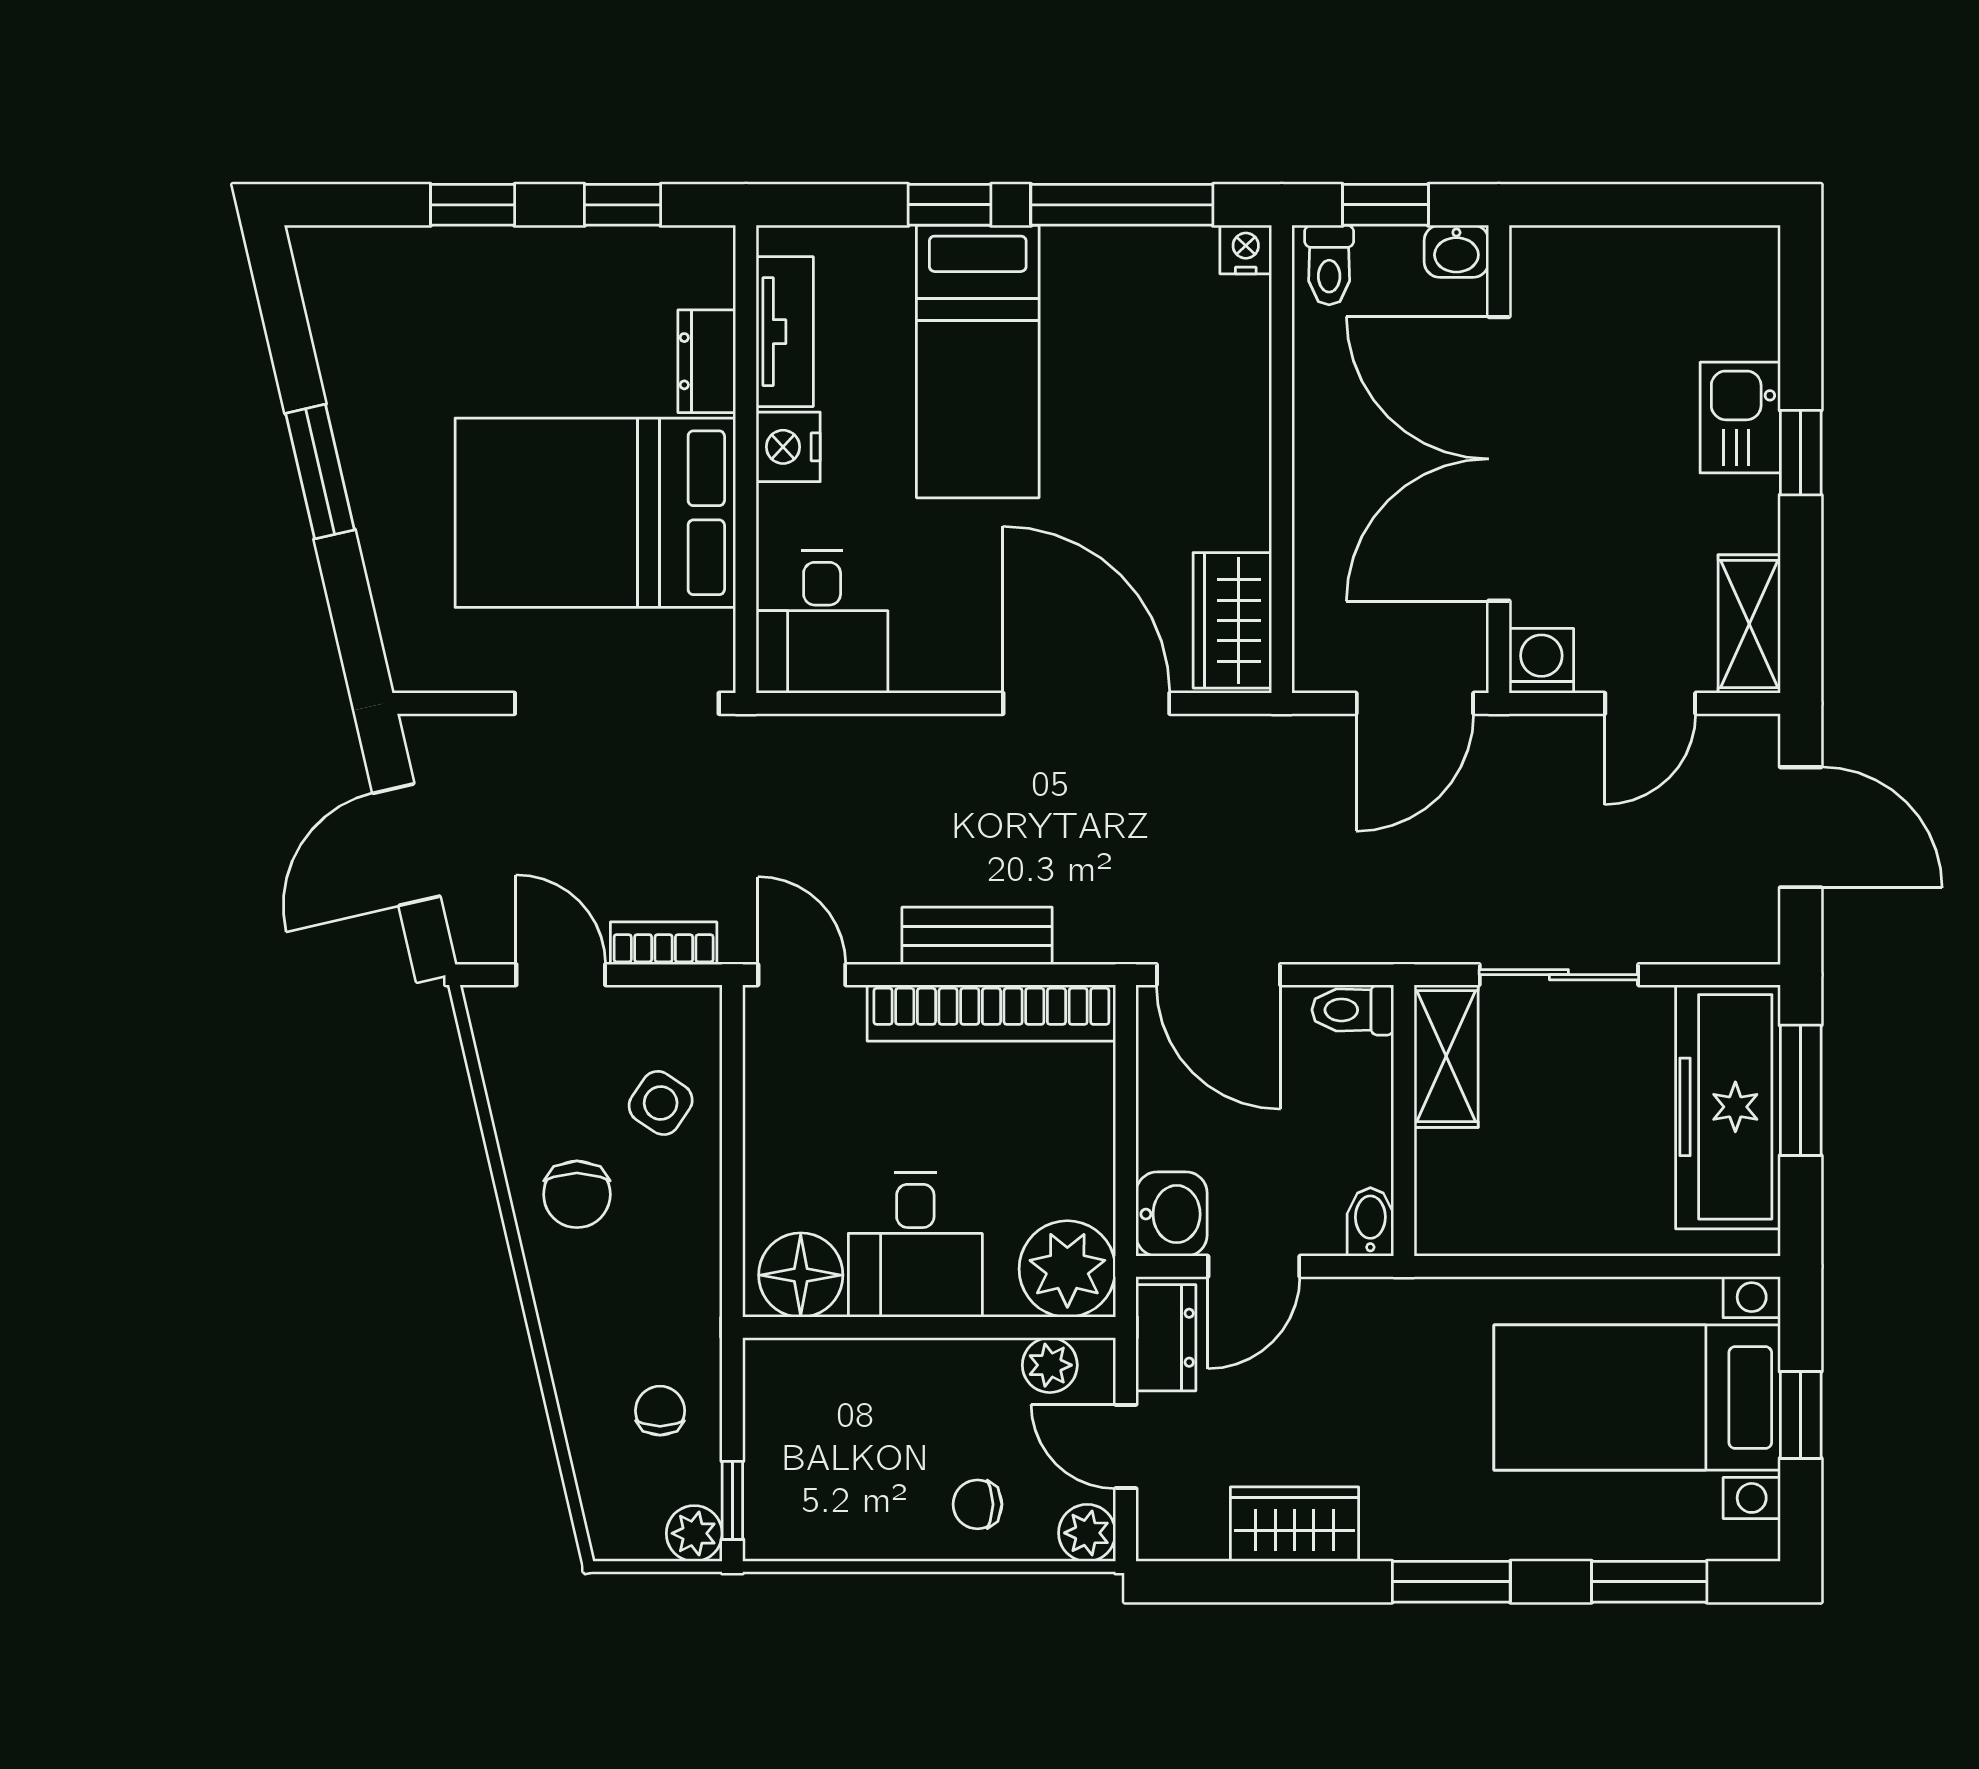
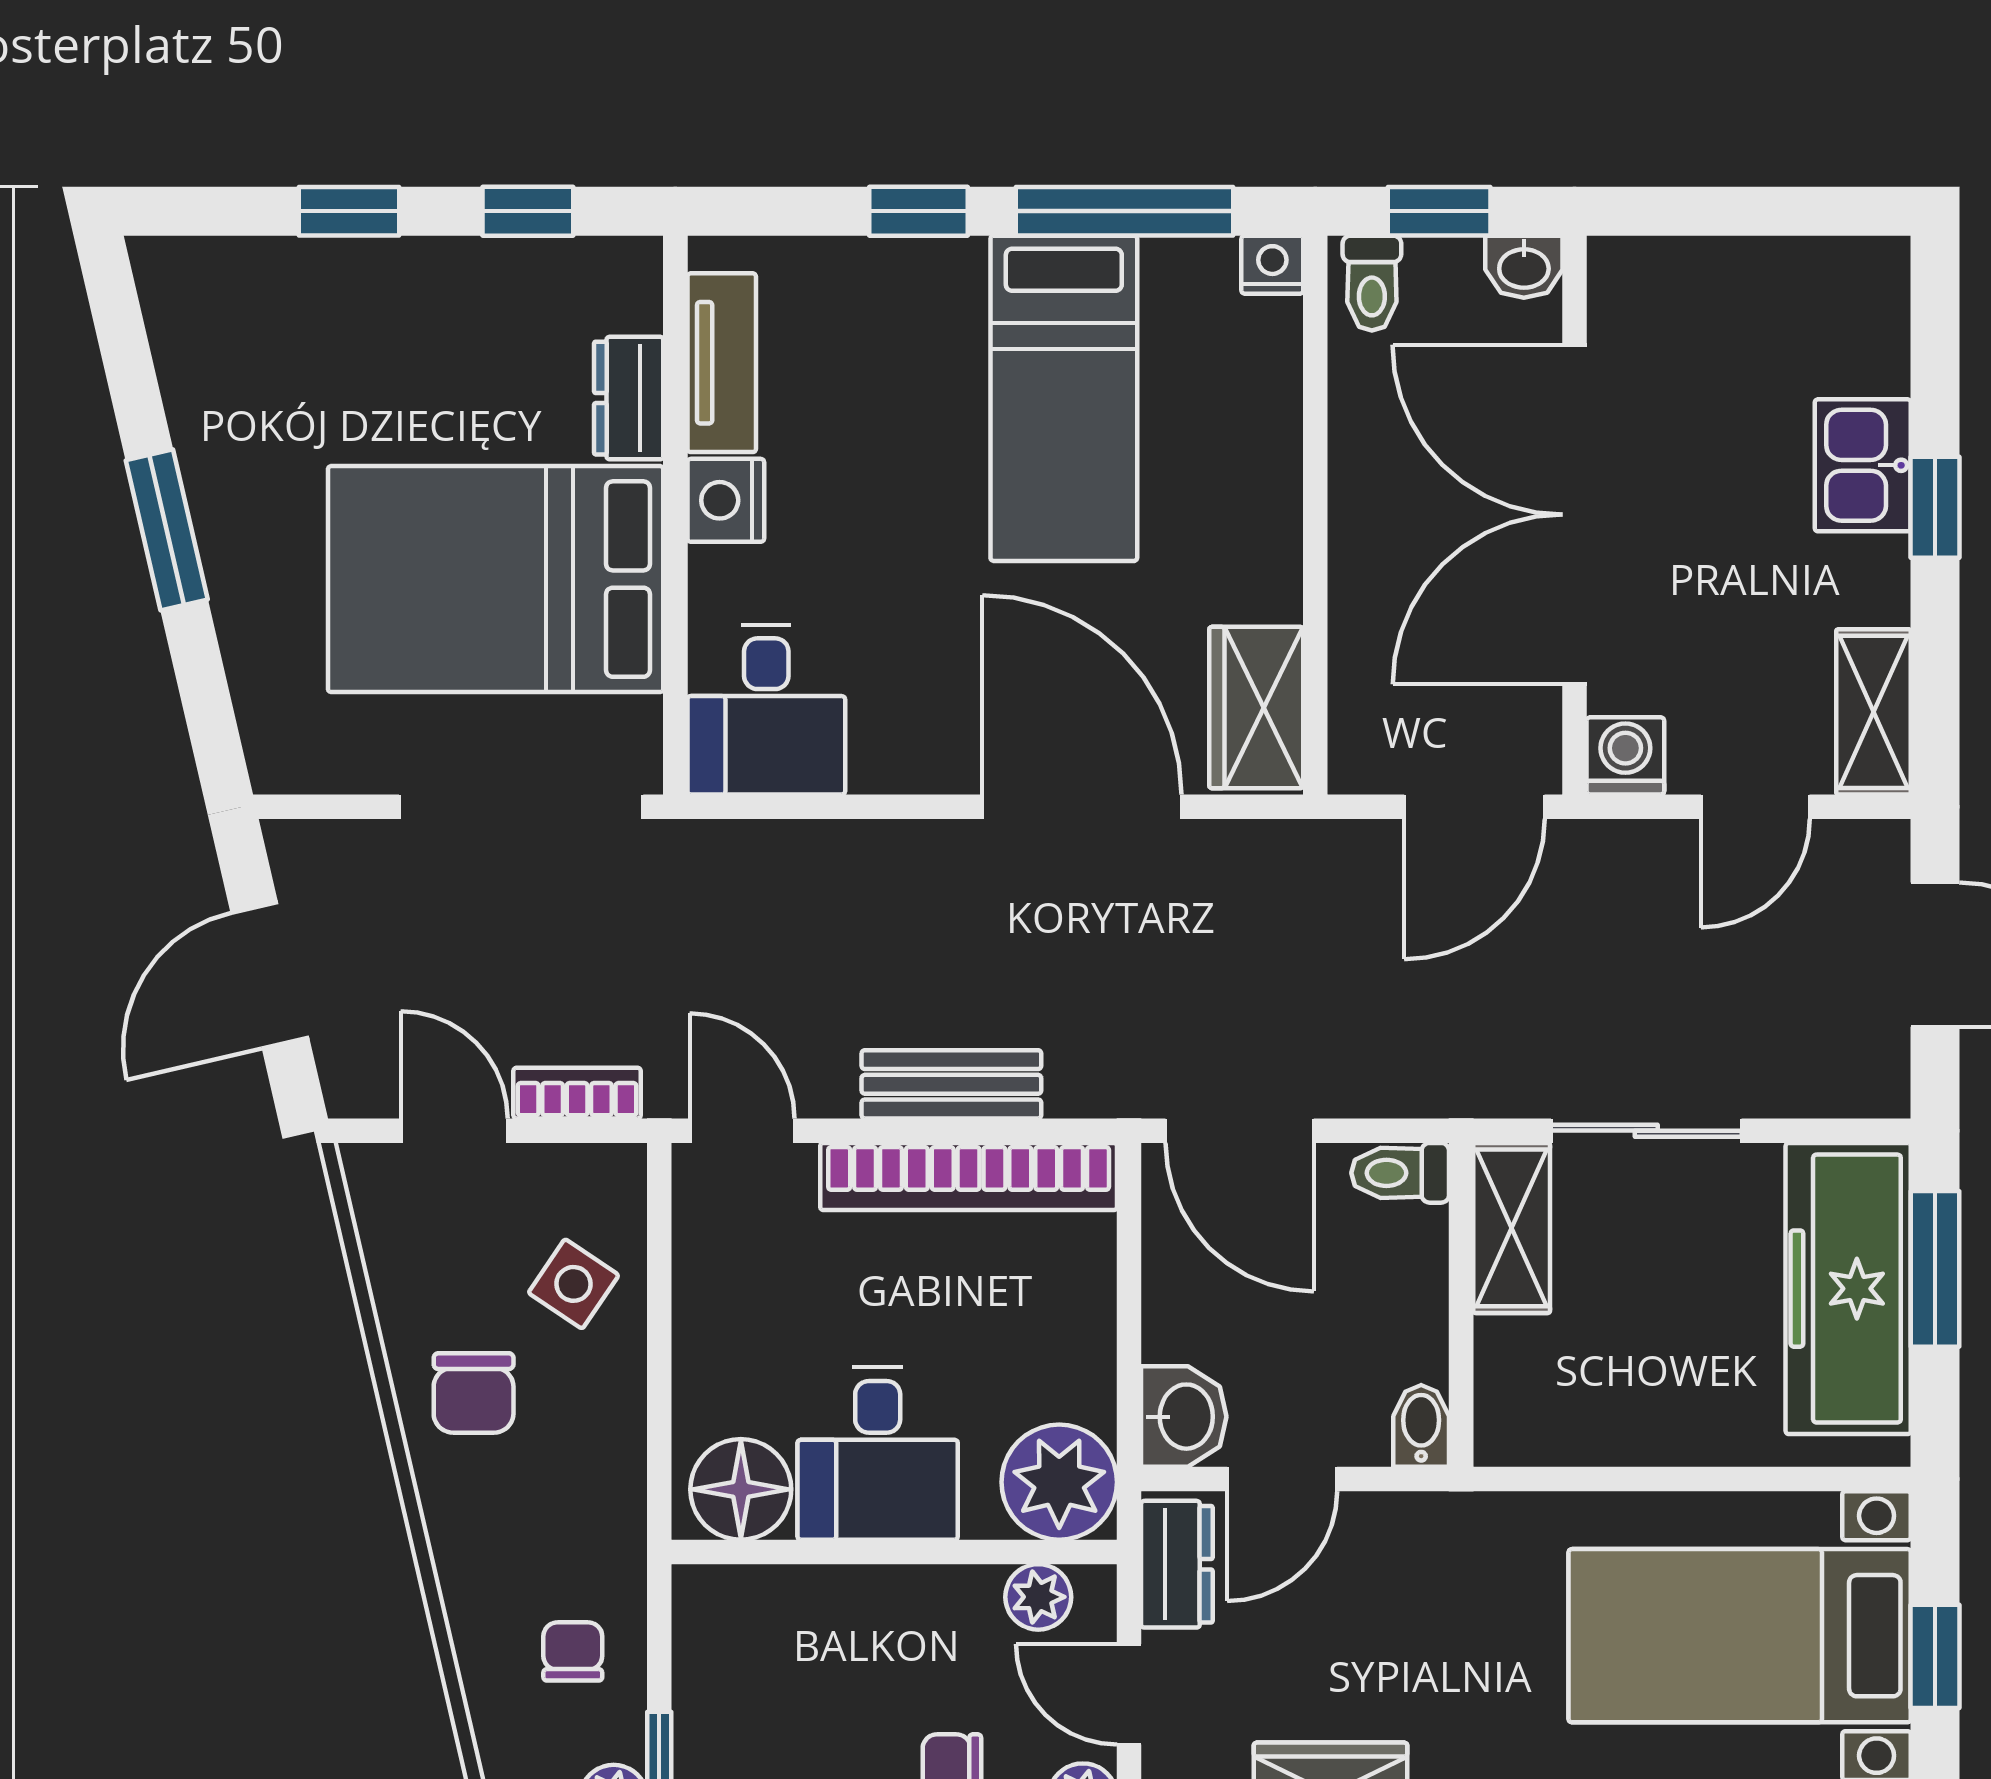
bed: (978, 361) -> (1064, 398), moved

